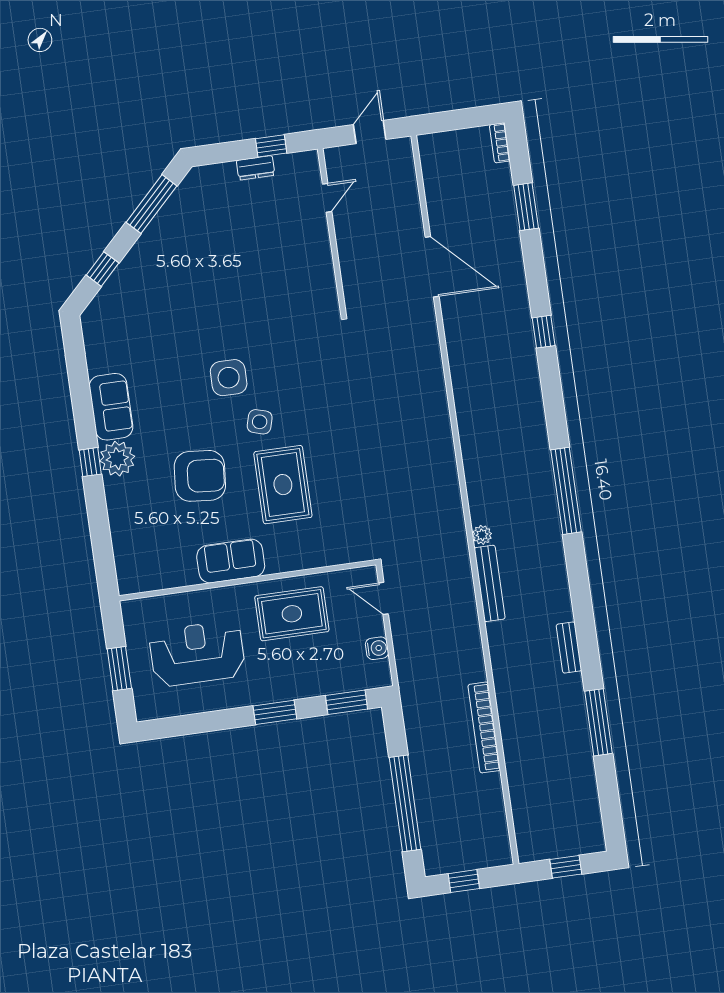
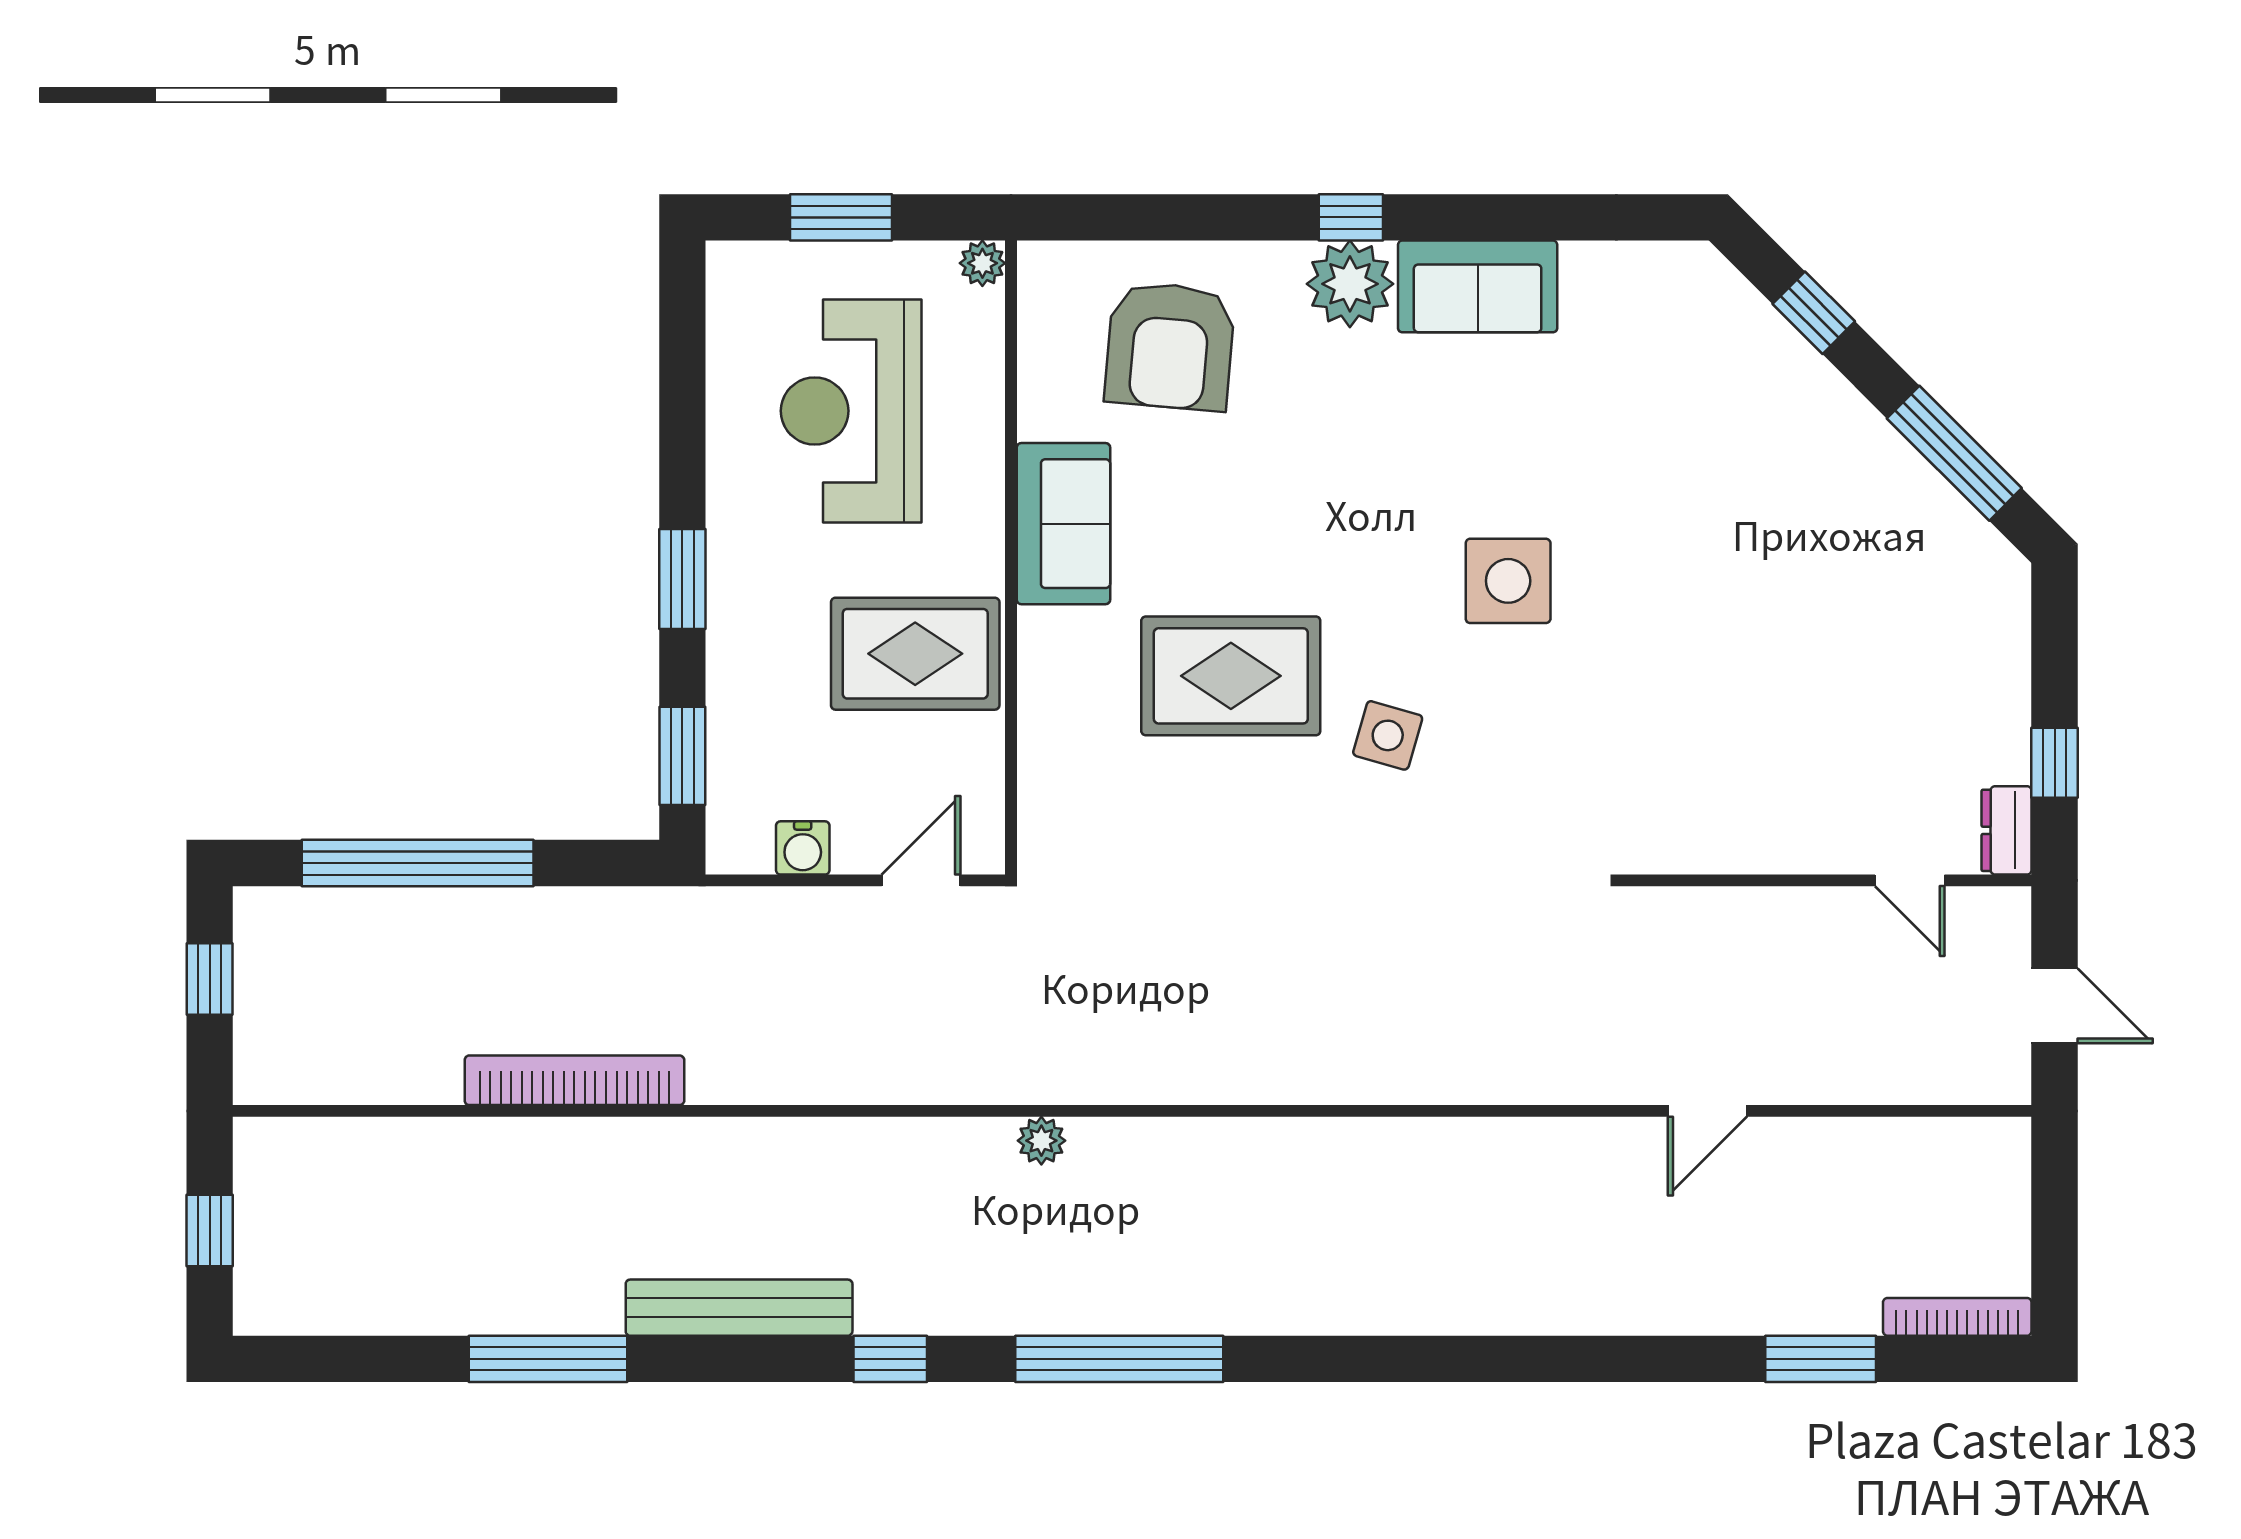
bookcase: (500, 143) -> (1957, 1317), width x1.56
dresser: (256, 168) -> (2007, 830), moved
door: (432, 267) -> (1707, 1111), width x0.53
window: (544, 332) -> (890, 1359), moved
side table: (260, 422) -> (1388, 735), moved
armchair: (200, 476) -> (1170, 346), moved
bench: (490, 583) -> (921, 1142), removed
plant: (130, 609) -> (982, 263), added
rug: (292, 614) -> (915, 654), turned 90
bench: (569, 648) -> (739, 1308), width x1.86, depth x1.21
reception desk: (197, 654) -> (851, 411), turned 180

